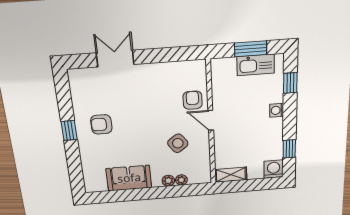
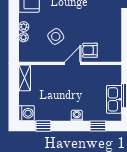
armchair: (193, 100) -> (90, 50), turned 180

